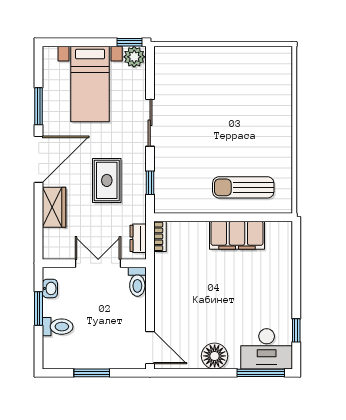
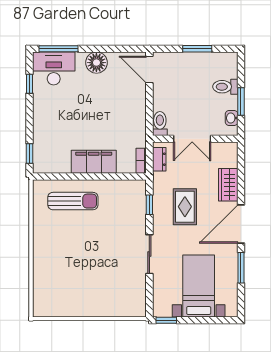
plant: (134, 57) -> (162, 308), removed
filing cabinet: (237, 235) -> (94, 162), moved
window: (296, 245) -> (29, 153), added

